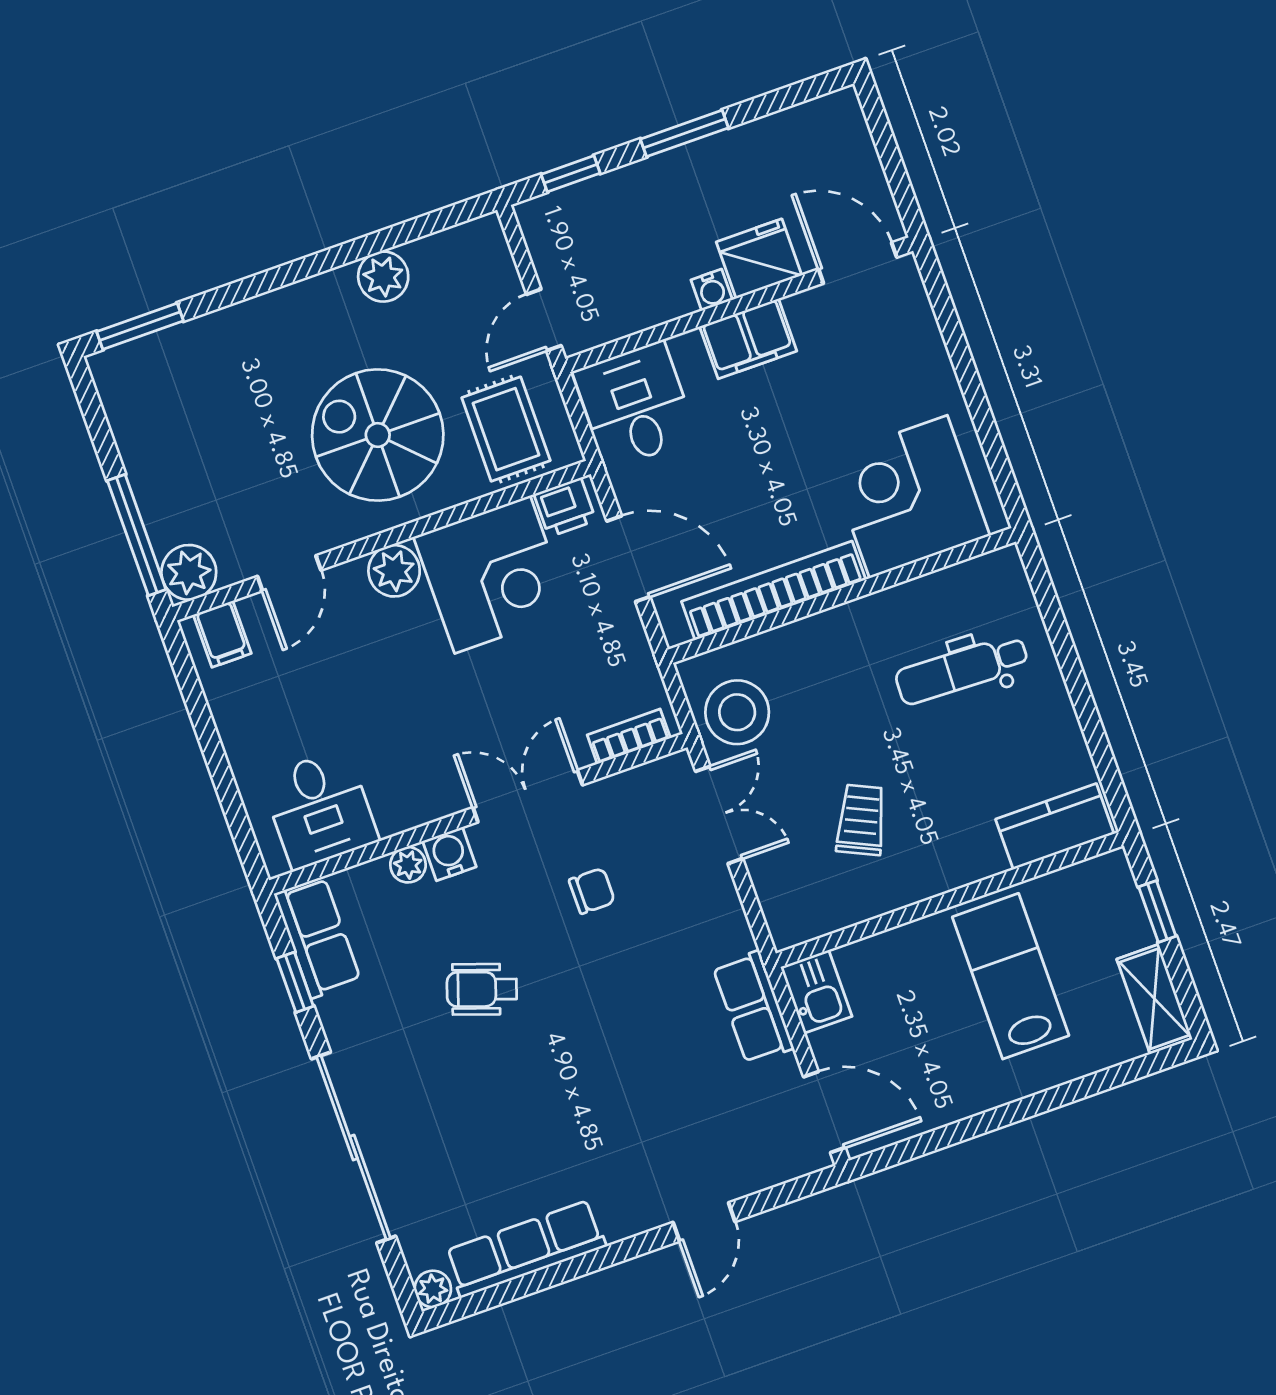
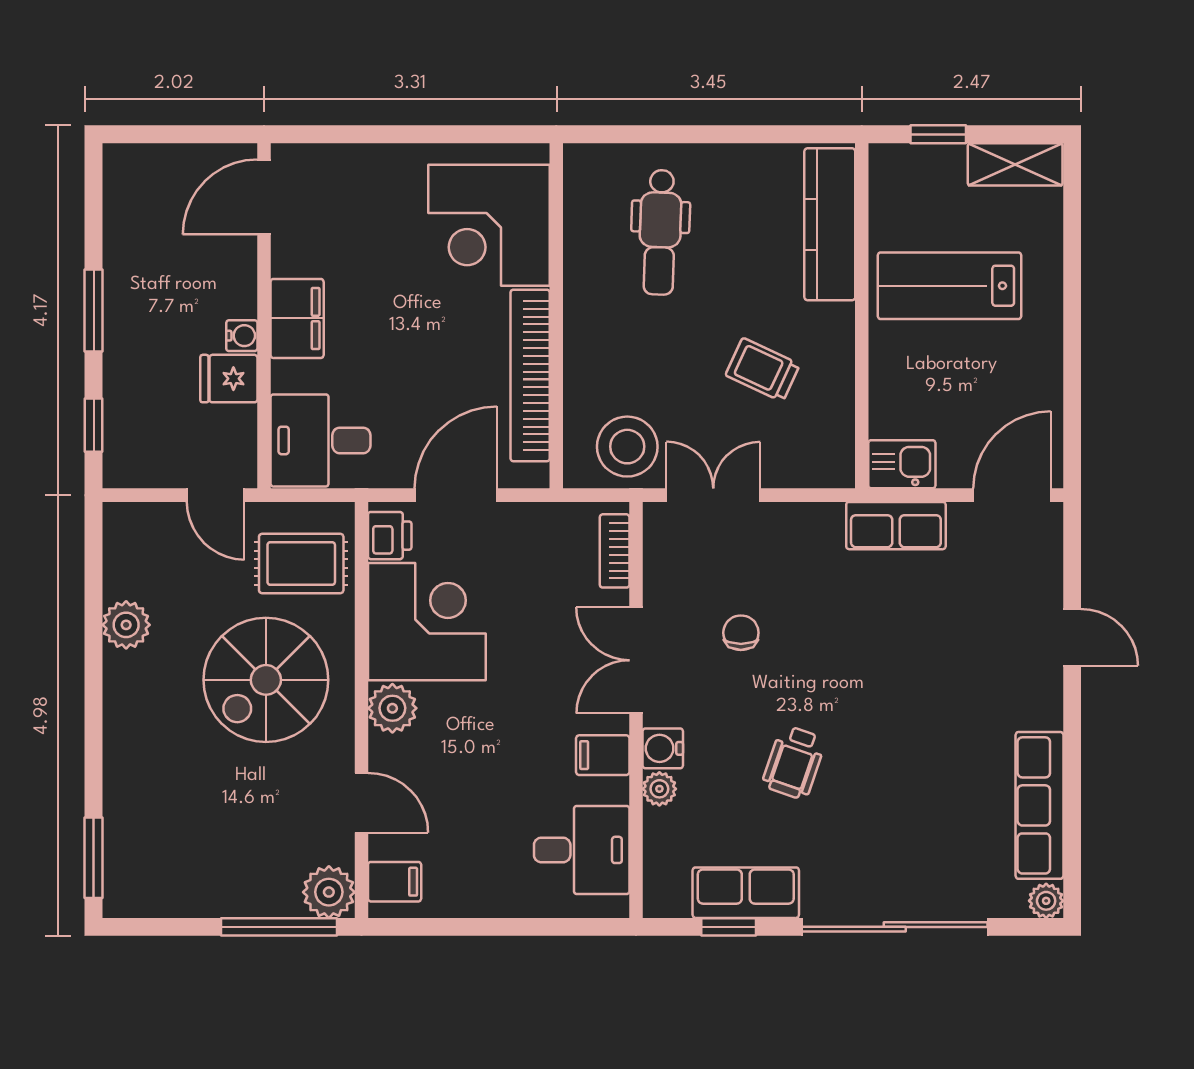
fridge: (759, 259) -> (229, 379), moved, width x0.72
filing cabinet: (422, 797) -> (603, 755), added
kitchen counter: (1055, 827) -> (830, 224), width x1.50
row of seats: (317, 937) -> (746, 893), moved

